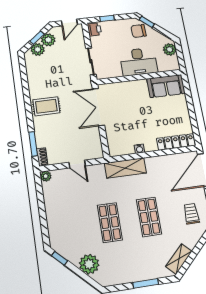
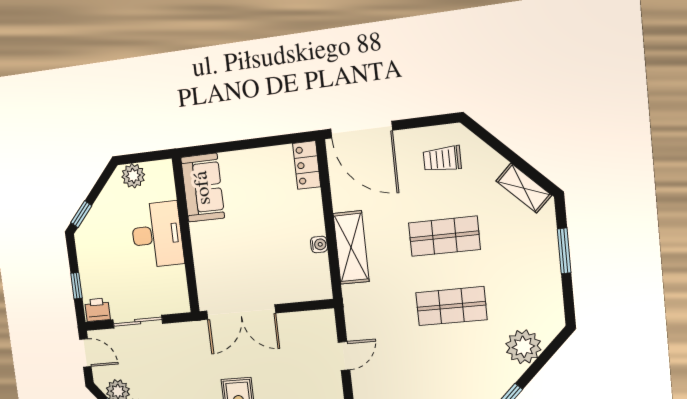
chair: (139, 31) -> (99, 230), removed
sliding door: (91, 61) -> (138, 322), moved
locker: (176, 142) -> (307, 165), width x0.66
shelving: (125, 168) -> (351, 247), moved

